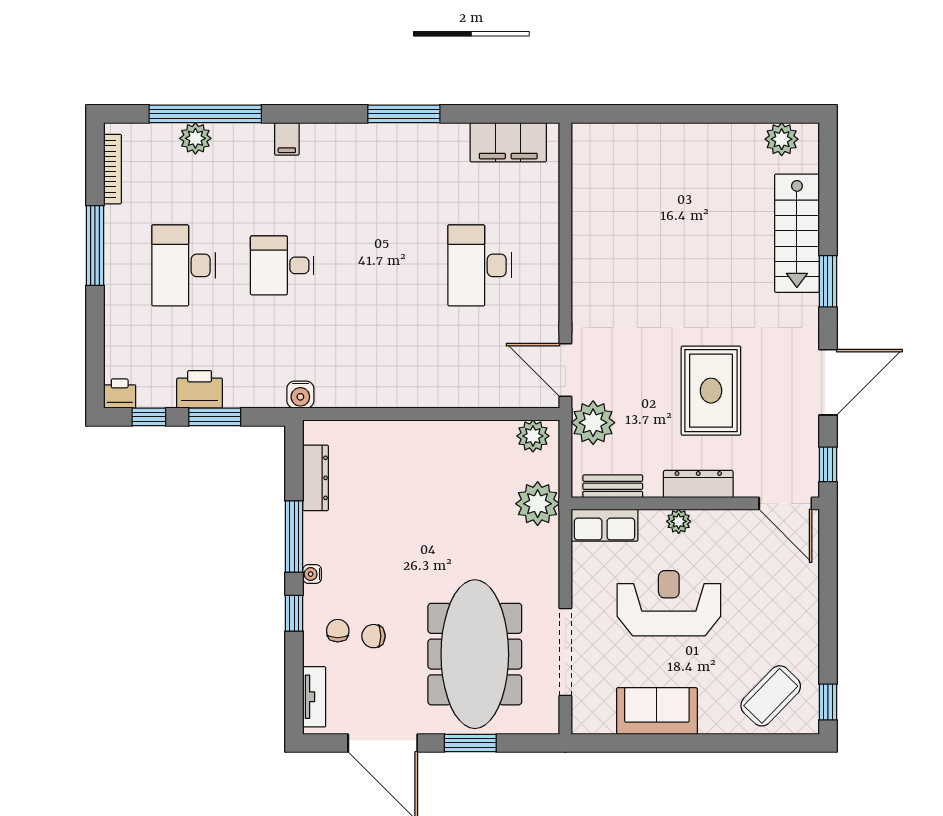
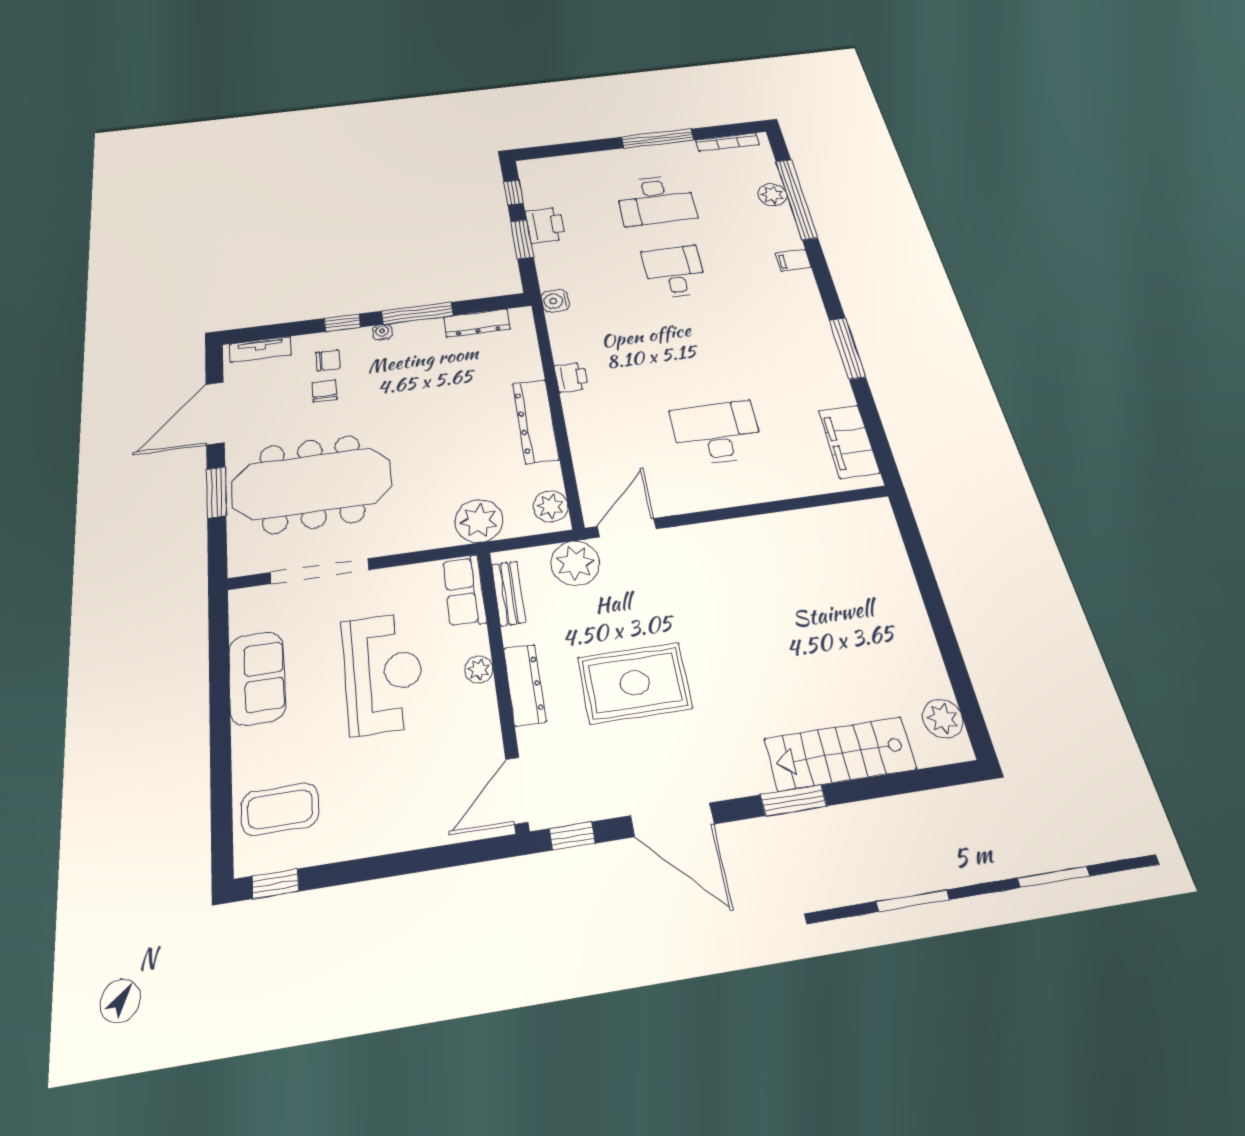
desk: (184, 265) -> (656, 200), turned 180
printer: (120, 394) -> (571, 377), moved
dresser: (440, 436) -> (536, 421), added
coffee table: (771, 696) -> (280, 809), turned -44

